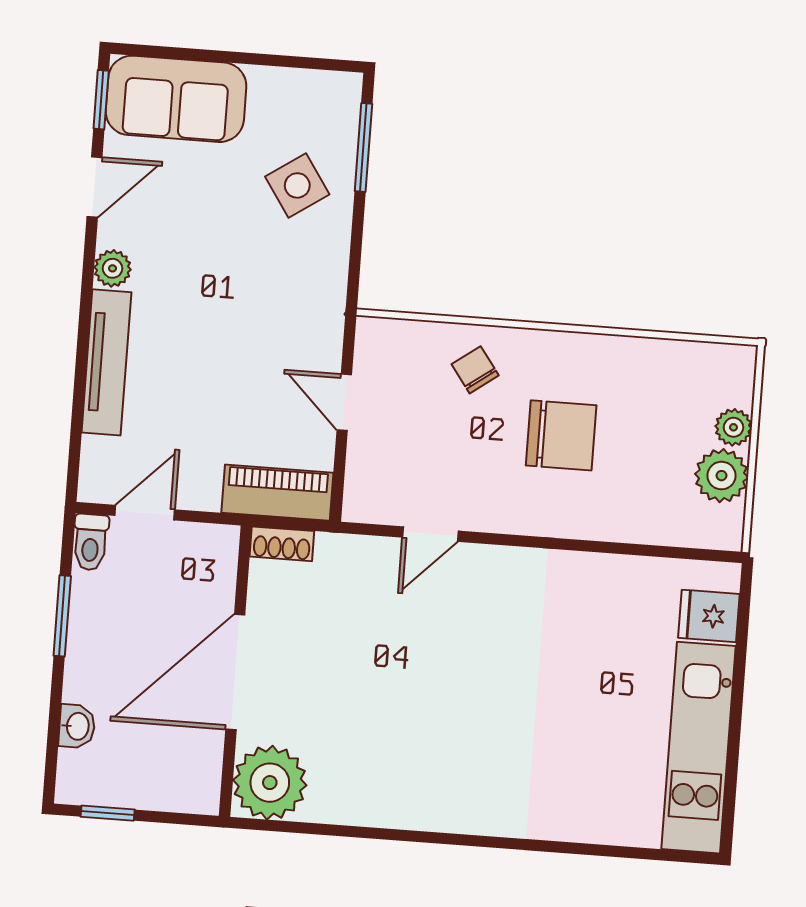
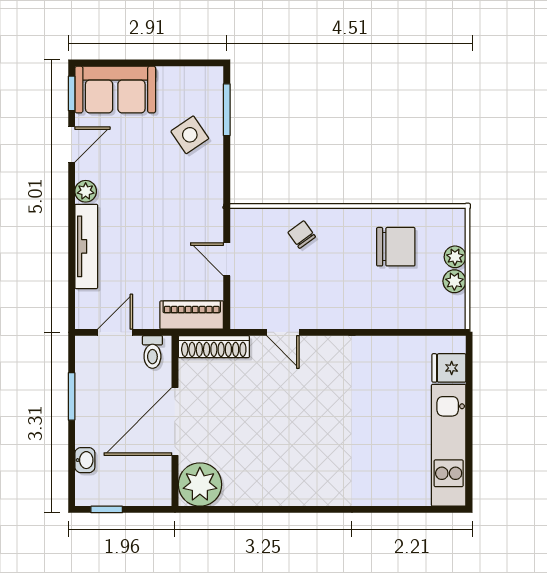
chair: (561, 435) -> (396, 247), moved
plant: (722, 476) -> (454, 281), width x0.73, depth x0.73
door: (430, 534) -> (283, 332), hinge flipped
toilet: (91, 542) -> (152, 352), moved
shoe rack: (282, 544) -> (214, 347), width x1.94, depth x1.24

